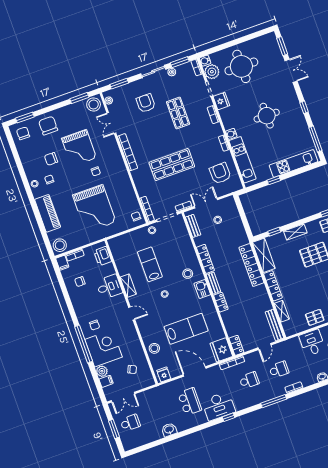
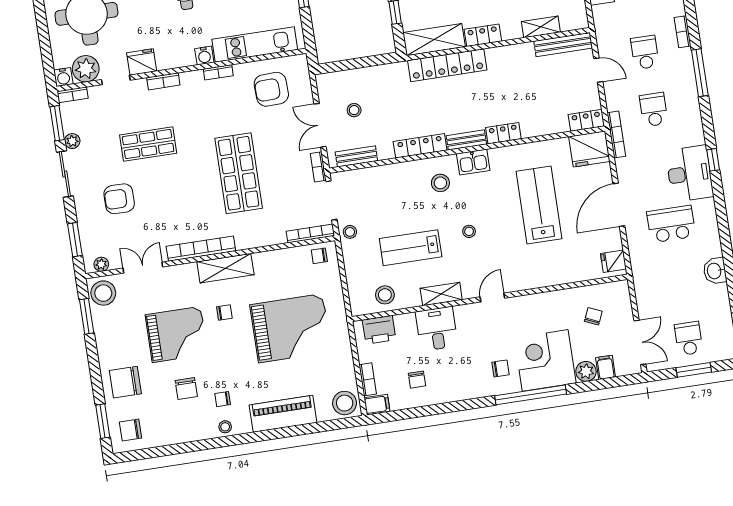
double door: (111, 123) -> (143, 268), swing flipped
shelving: (120, 167) -> (225, 268), added
locker: (273, 286) -> (483, 35), width x0.66
stool: (154, 348) -> (385, 295), moved

